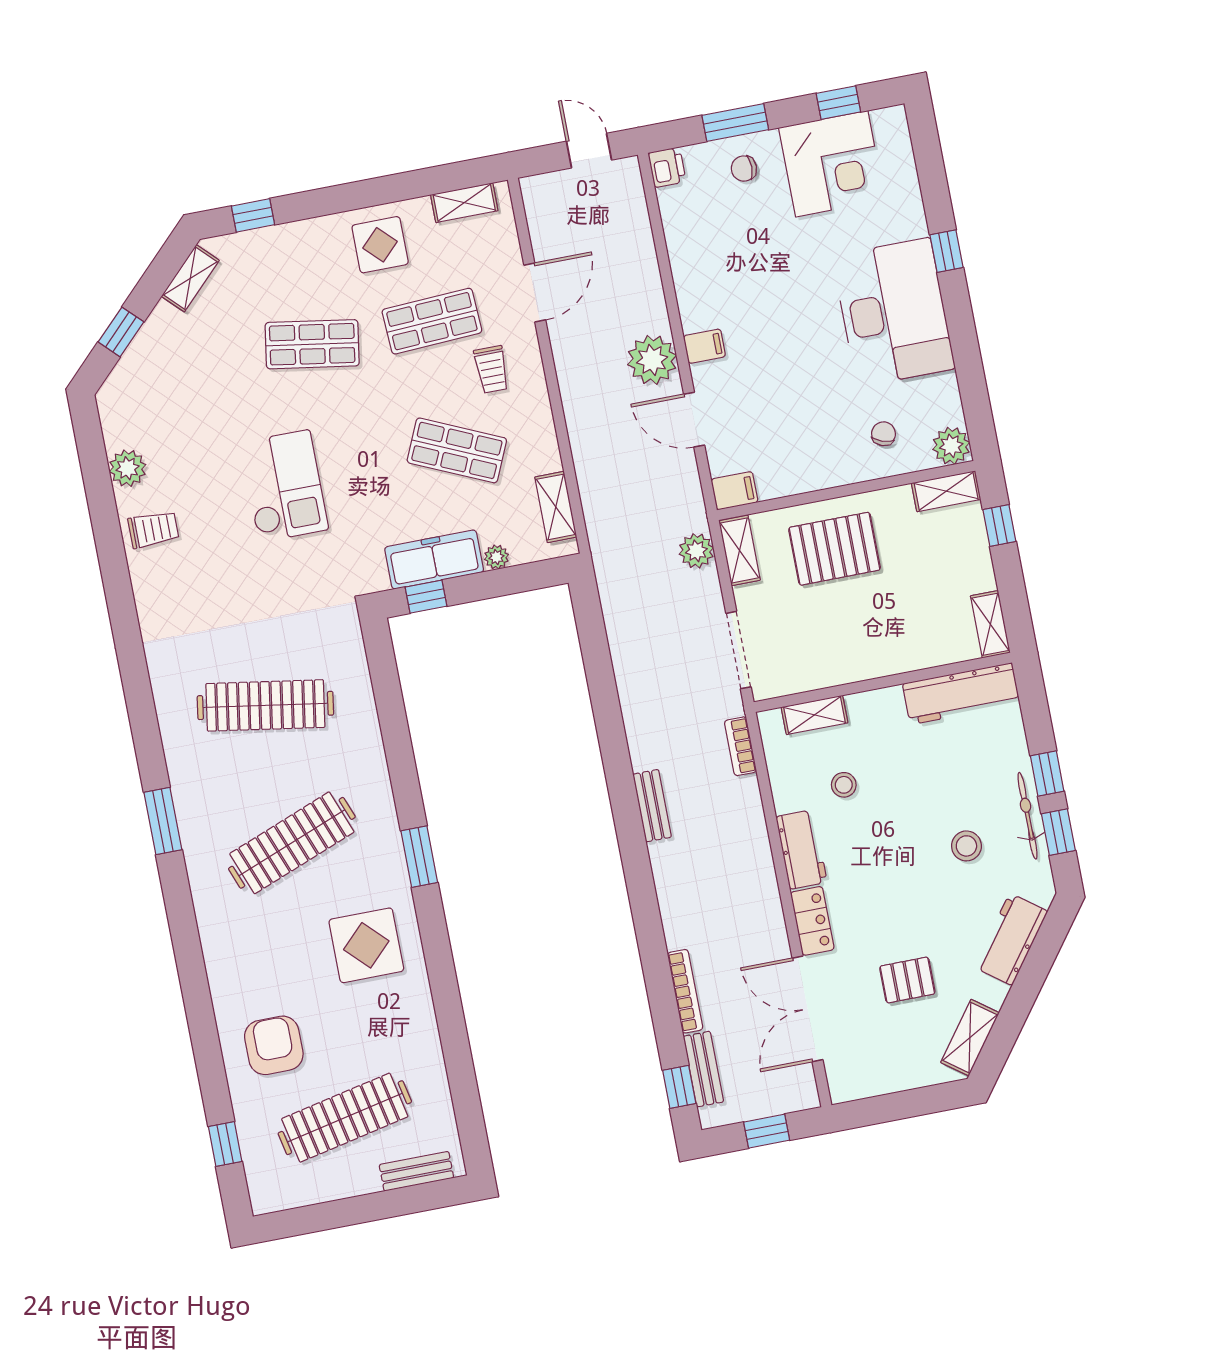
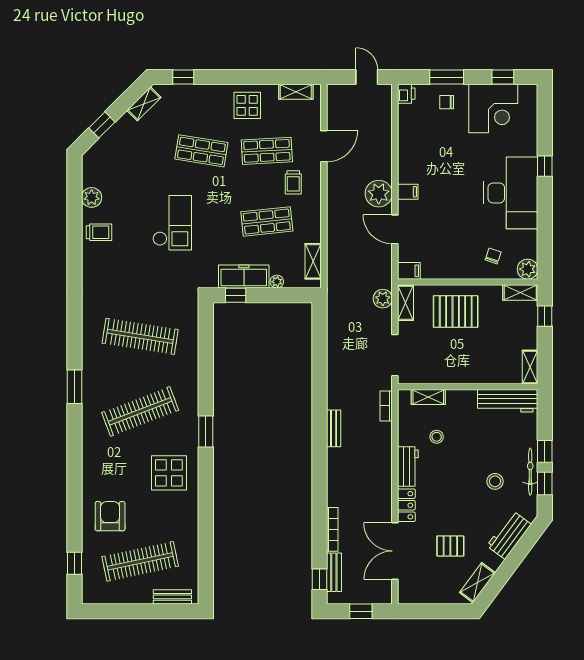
shop shelf: (457, 450) -> (267, 221), turned -30

